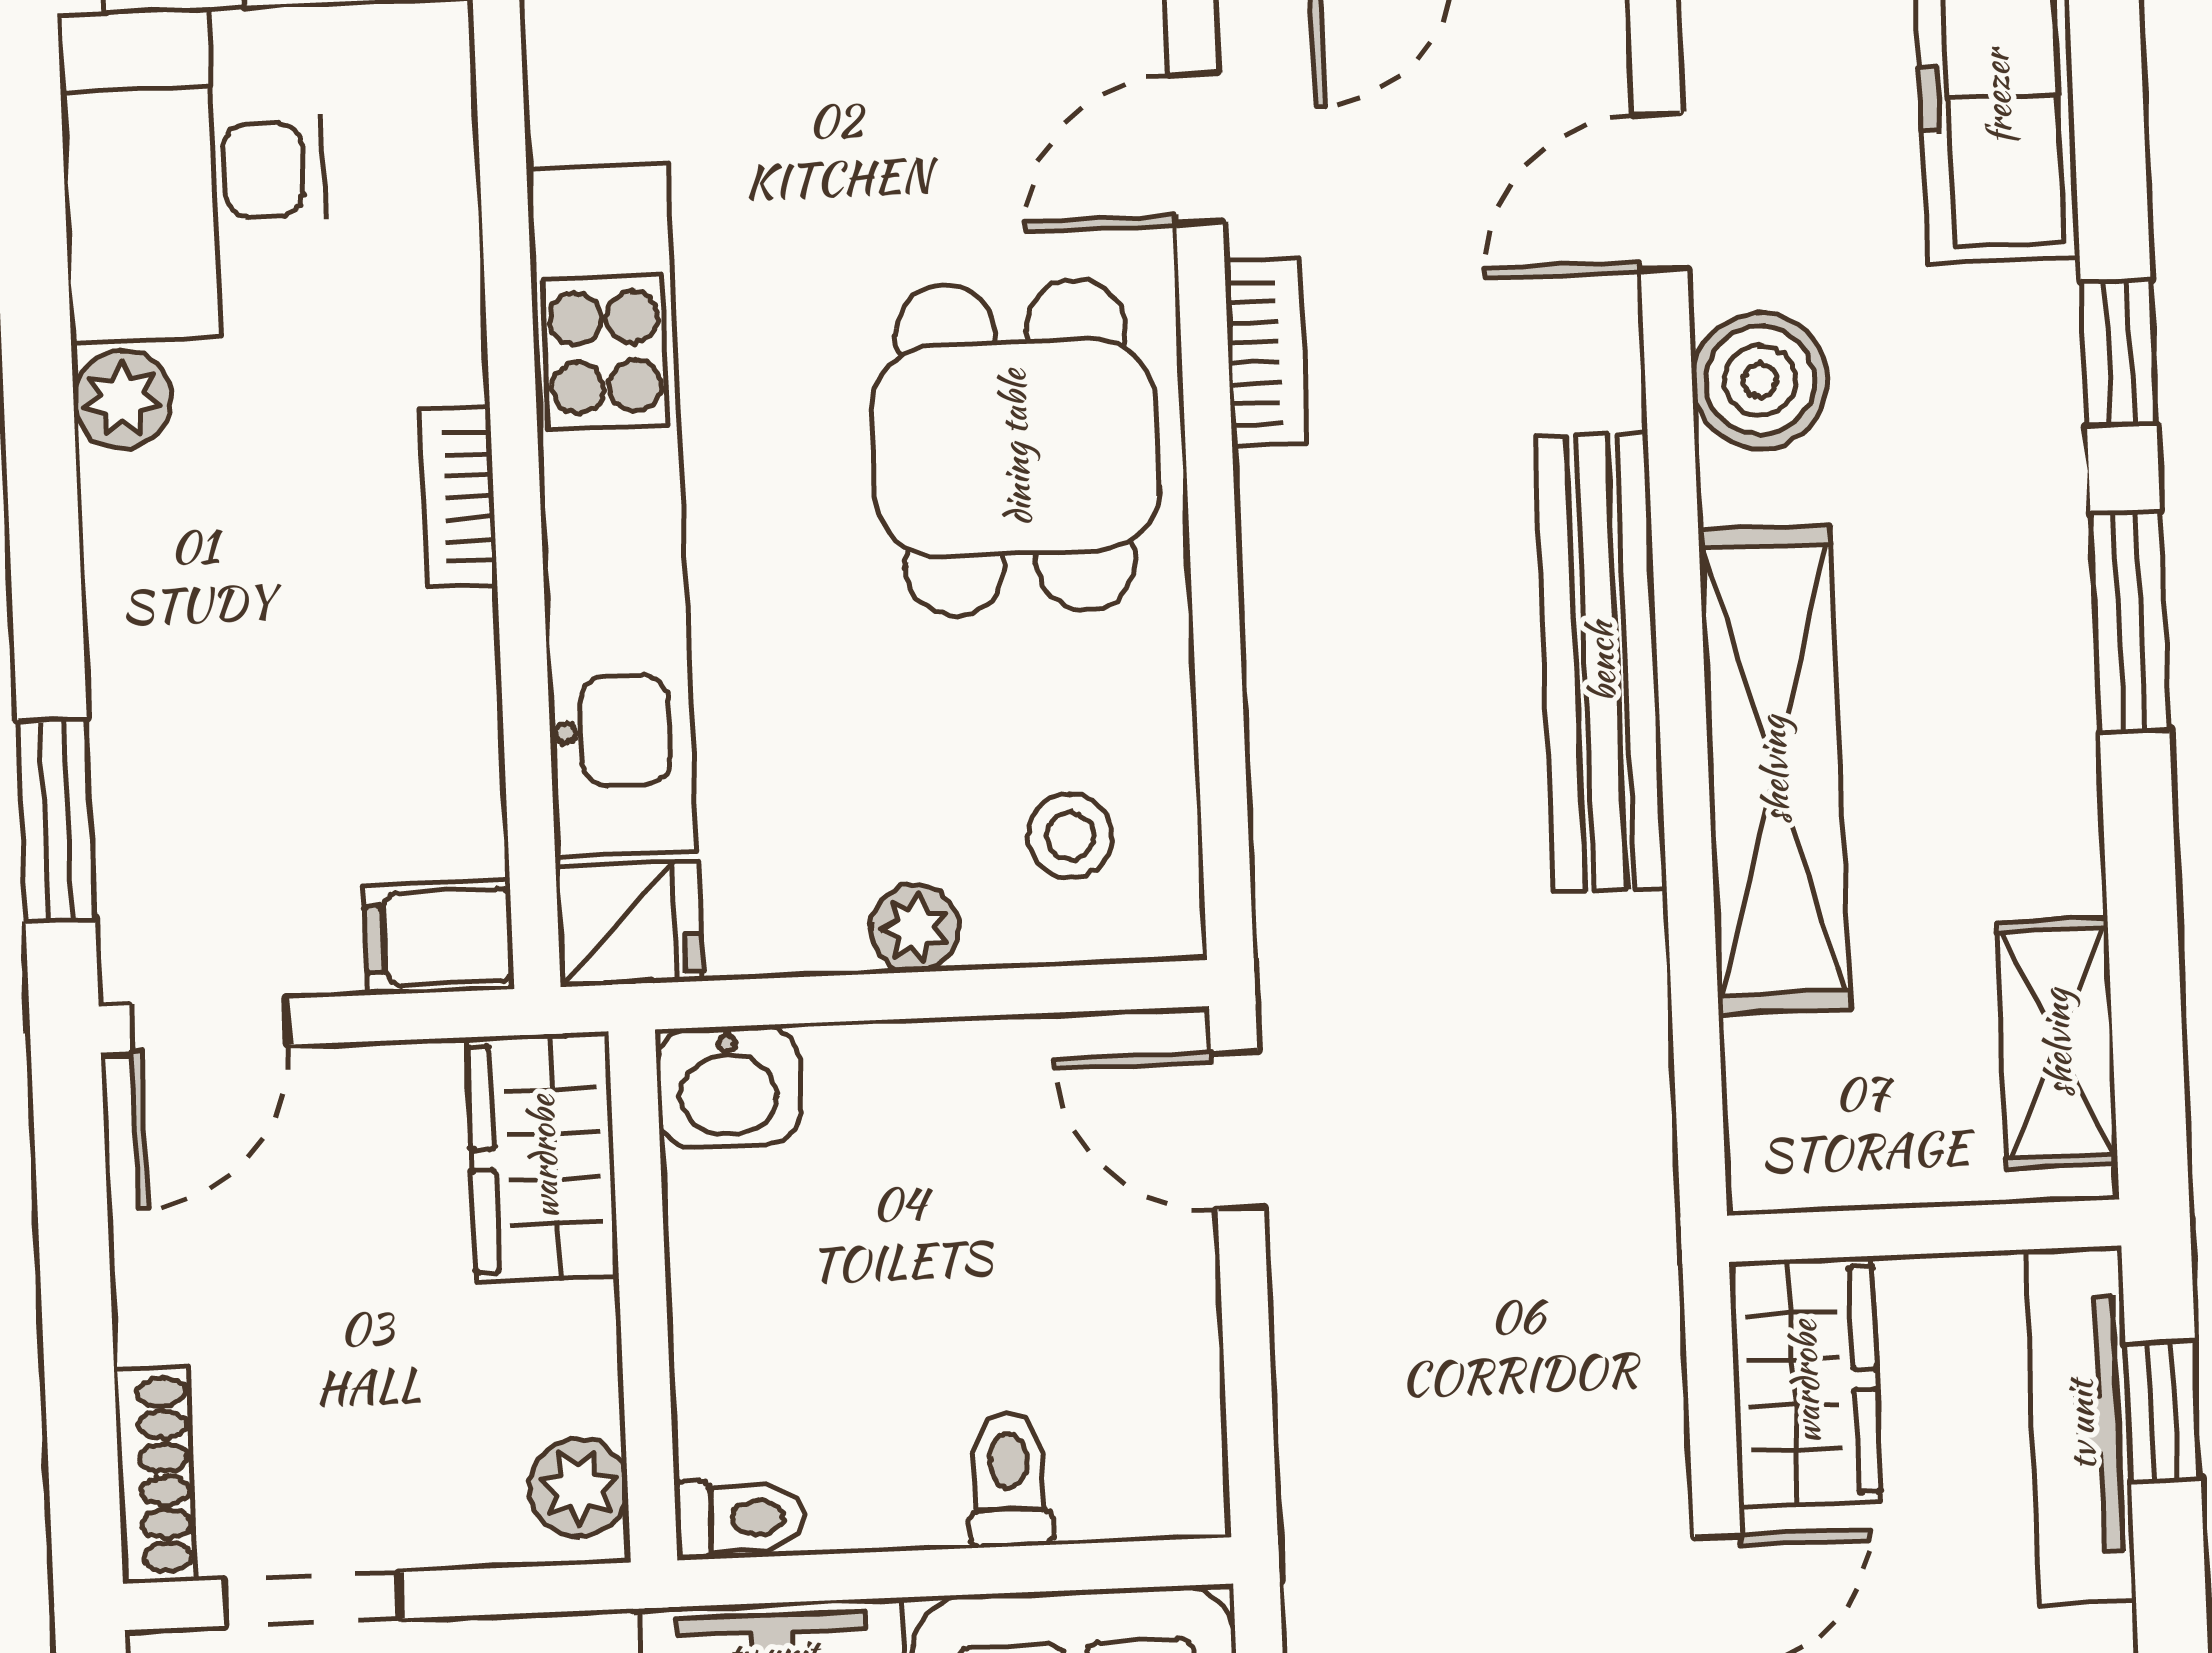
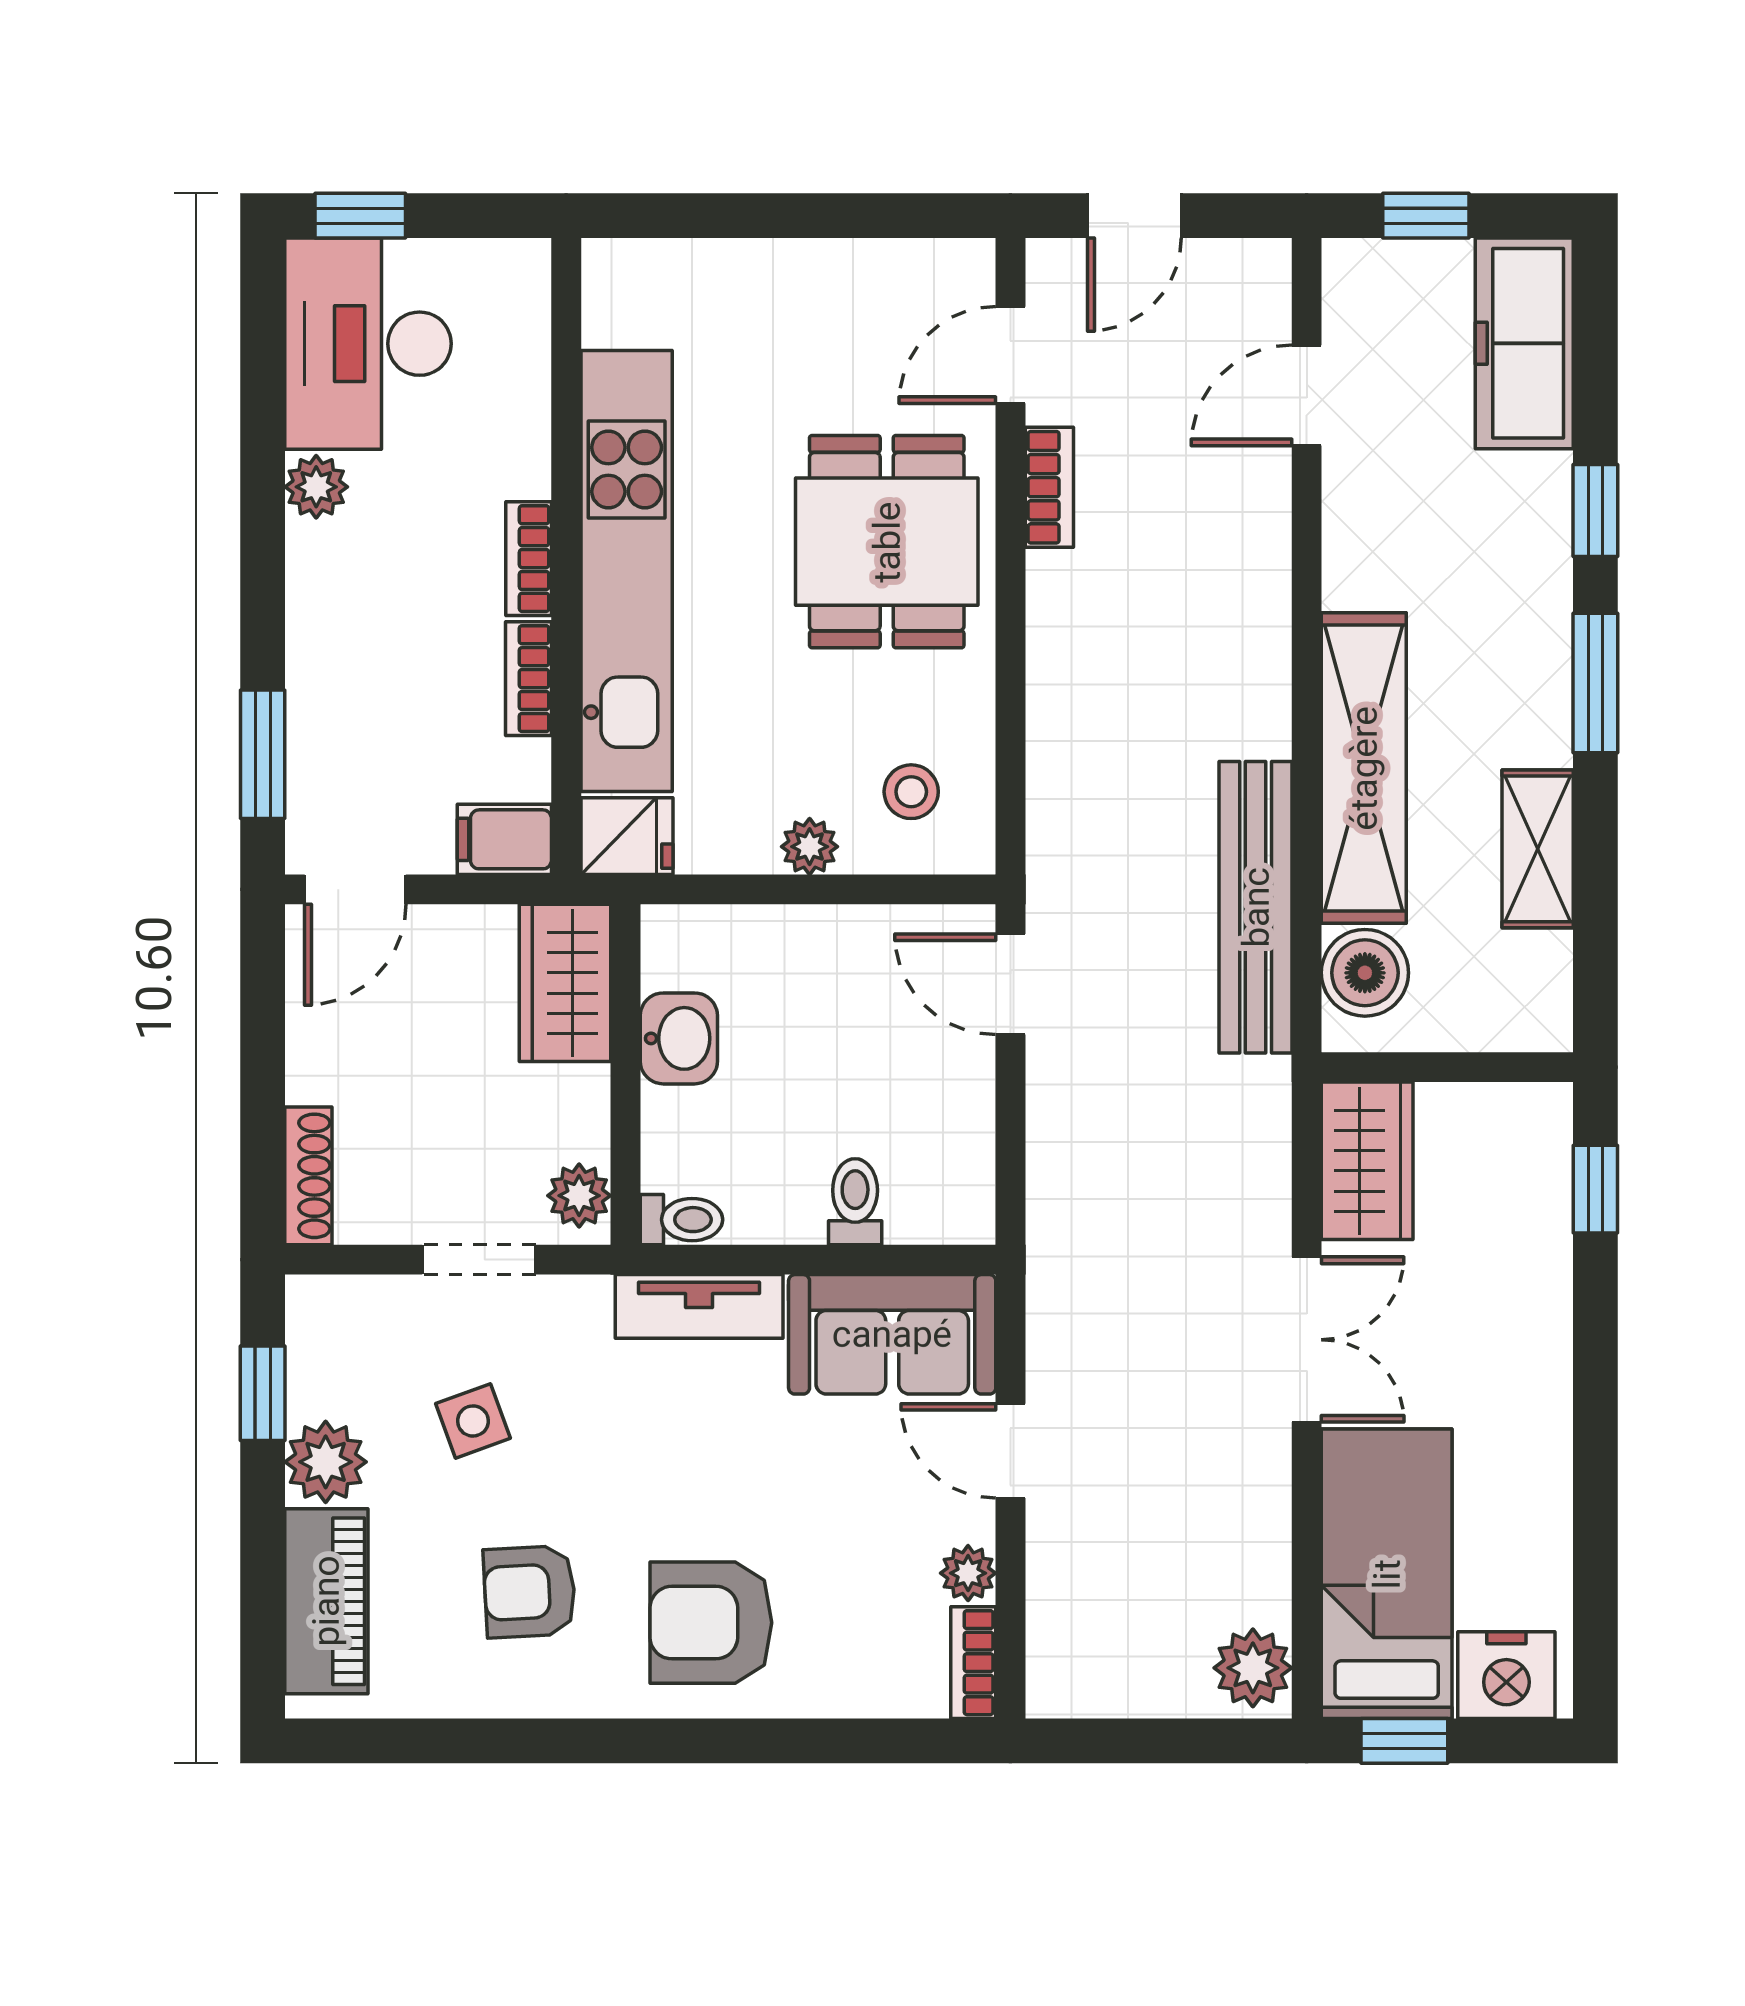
boiler: (1760, 380) -> (1365, 973), moved
bench: (1601, 662) -> (1256, 907), moved
bookcase: (466, 685) -> (529, 679), added
shelving: (2057, 1043) -> (1538, 849), moved
washbasin: (728, 1087) -> (679, 1038), moved, turned -90
tv unit: (2081, 1425) -> (1542, 1196), removed
doorway: (312, 1599) -> (479, 1260), moved

